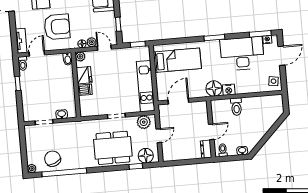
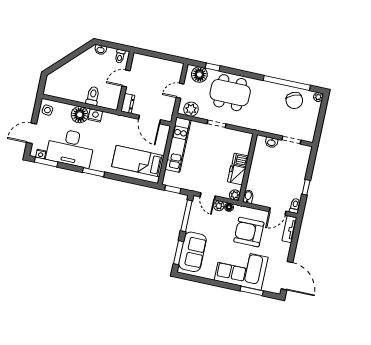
window: (118, 24) -> (186, 216), width x2.17
floor lamp: (214, 88) -> (80, 115), moved
door: (178, 101) -> (150, 119), hinge flipped
dresser: (206, 149) -> (128, 103), moved

